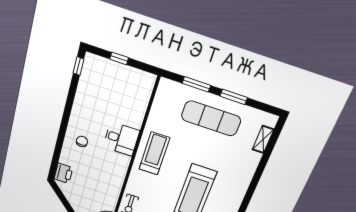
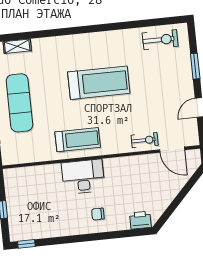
desk: (121, 139) -> (83, 177), width x1.37
treadmill: (154, 154) -> (78, 140), turned 180

